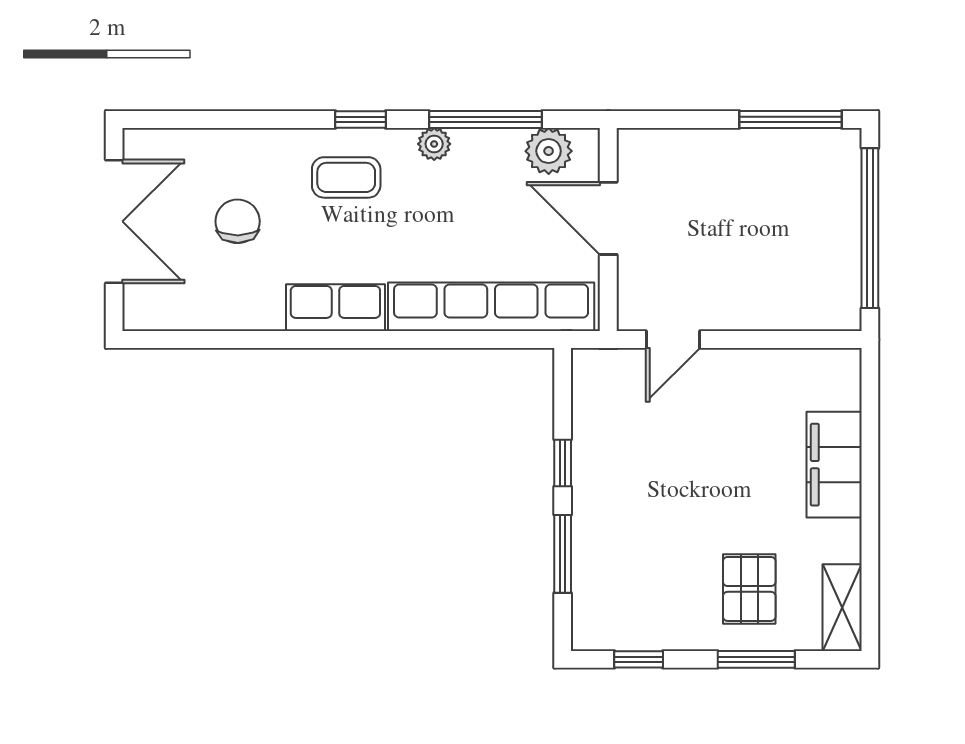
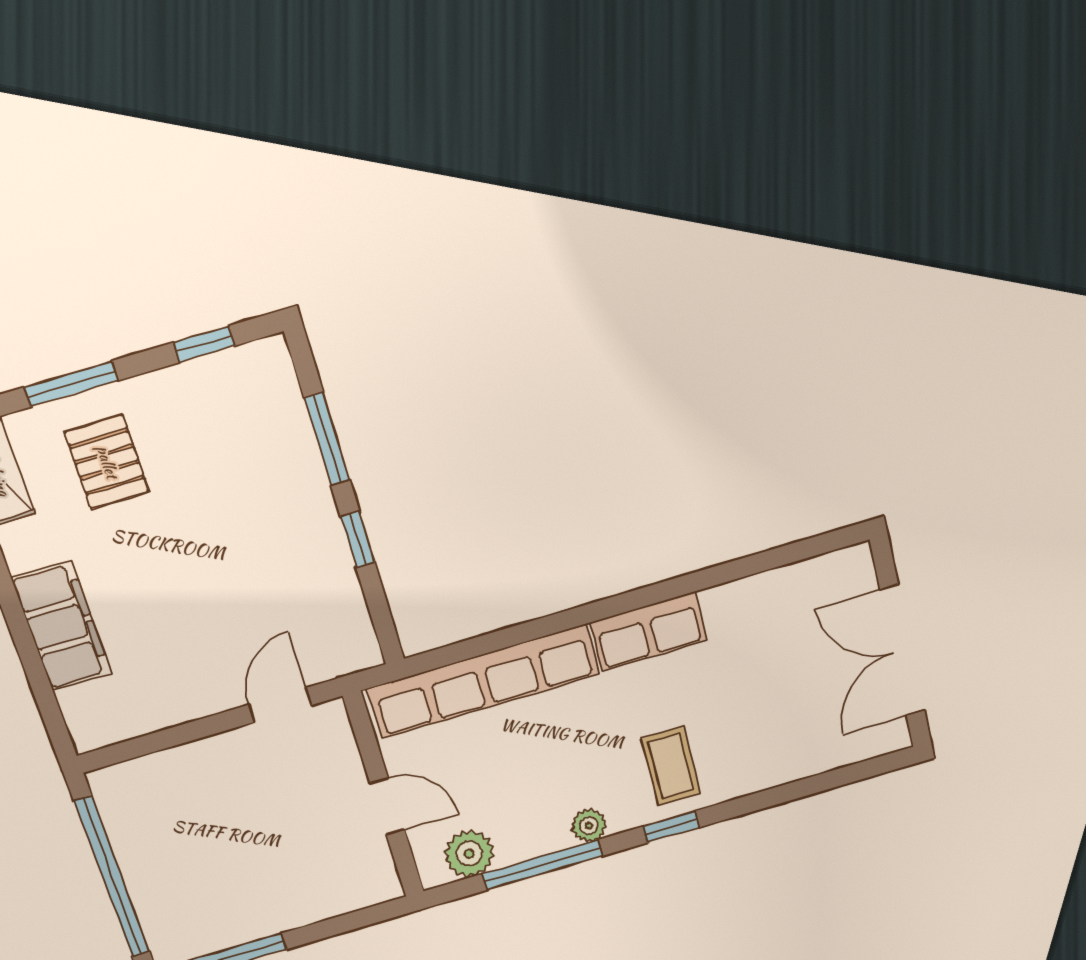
coffee table: (346, 177) -> (671, 766), turned 90
door: (608, 218) -> (387, 806), width x0.73
chair: (238, 221) -> (773, 689), removed

